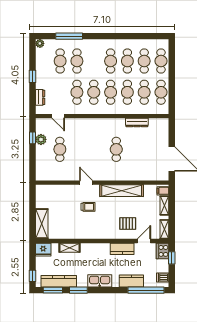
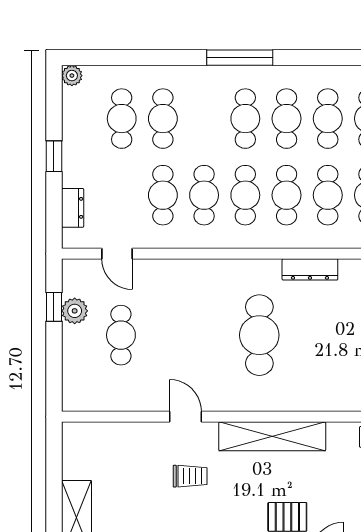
window: (69, 36) -> (240, 58), moved
cafe table: (116, 149) -> (259, 335), width x1.37, depth x1.35

